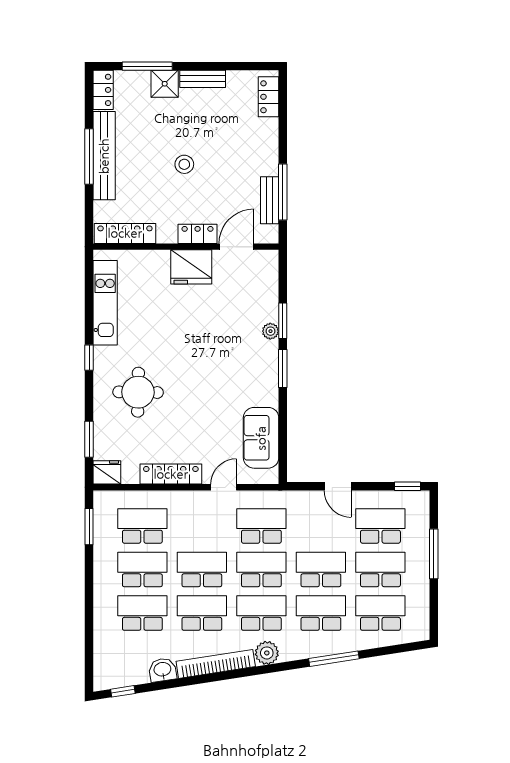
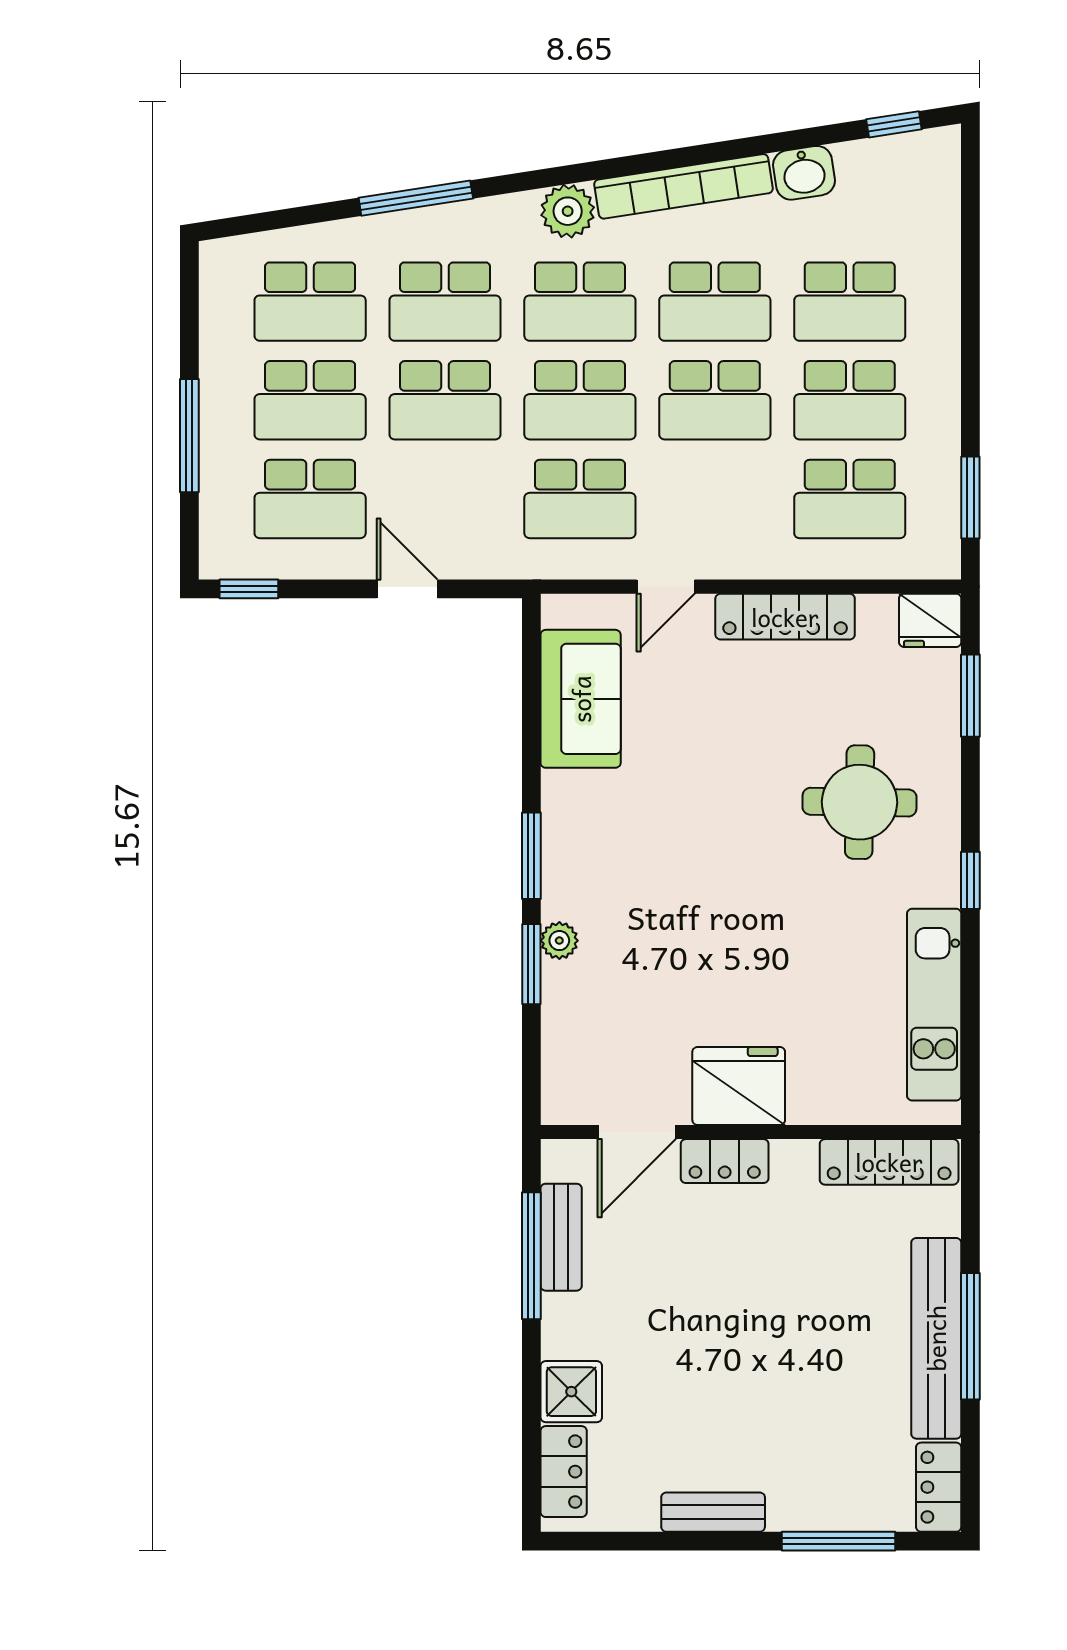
shower: (165, 84) -> (571, 1392), moved
stool: (184, 164) -> (755, 1318), removed

